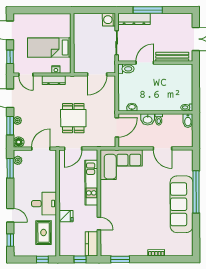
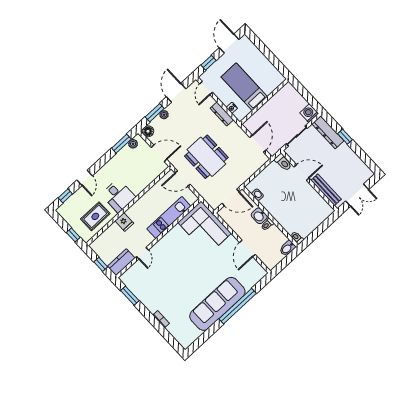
window: (148, 10) -> (345, 137), width x0.46
door: (97, 74) -> (258, 144), swing flipped
dining table: (73, 118) -> (206, 157), width x1.38

